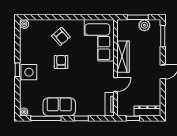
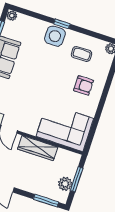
armchair: (61, 36) -> (83, 85), turned -139
coffee table: (36, 46) -> (82, 54), added
armchair: (61, 62) -> (55, 76), removed

